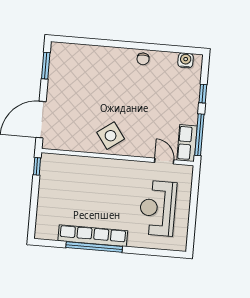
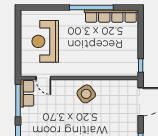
reception desk: (158, 208) -> (45, 41), turned 180
row of seats: (93, 236) -> (111, 16), moved

